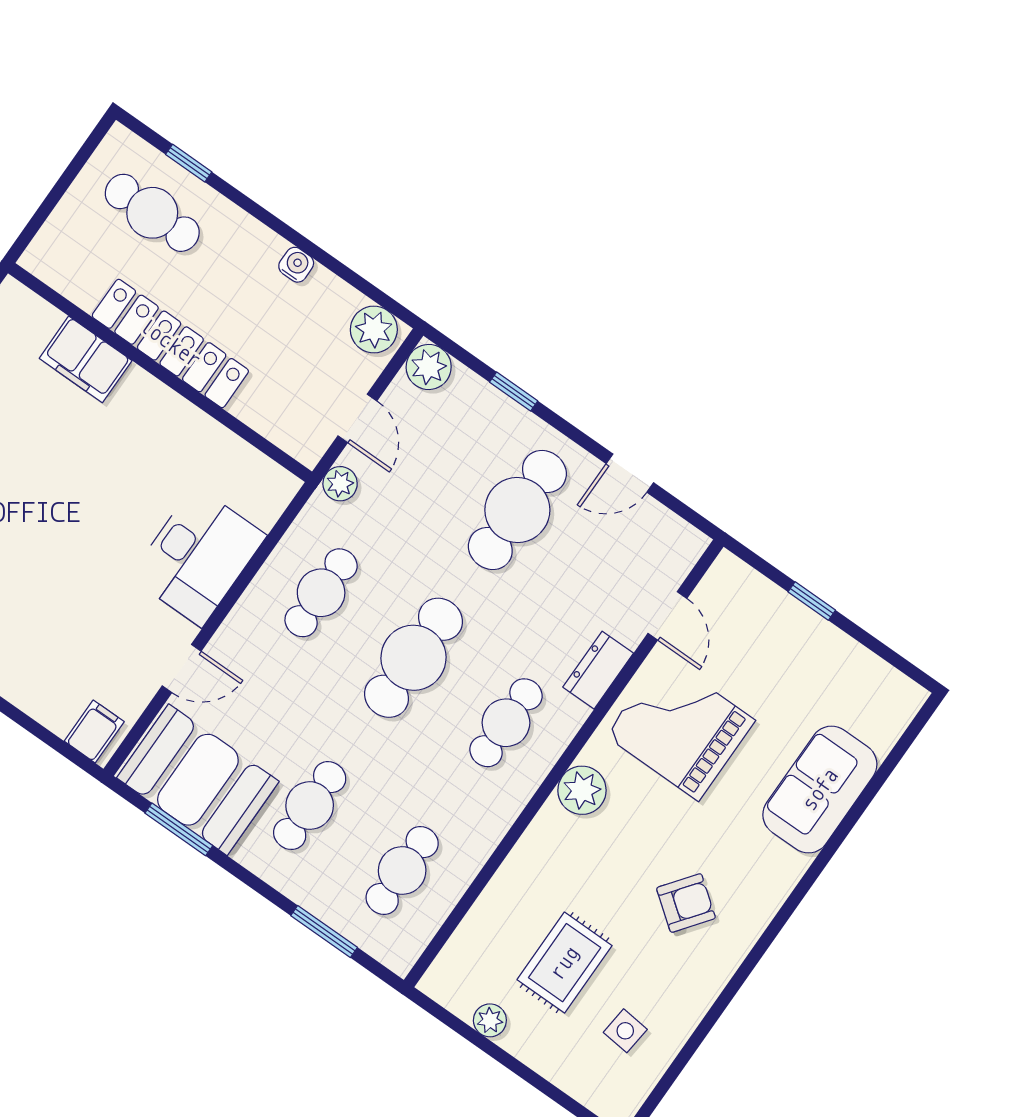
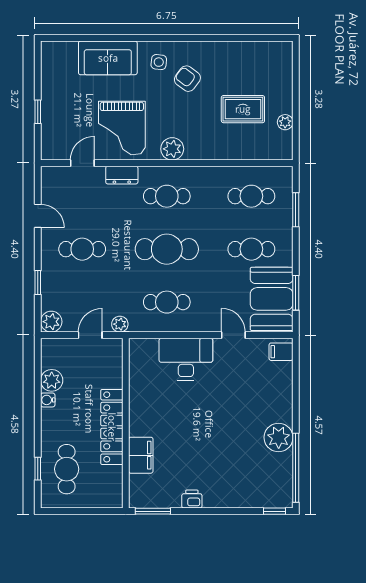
plant: (374, 330) -> (52, 380), moved
cafe table: (517, 510) -> (82, 249), width x0.73, depth x0.74
side table: (625, 1031) -> (159, 62), moved

